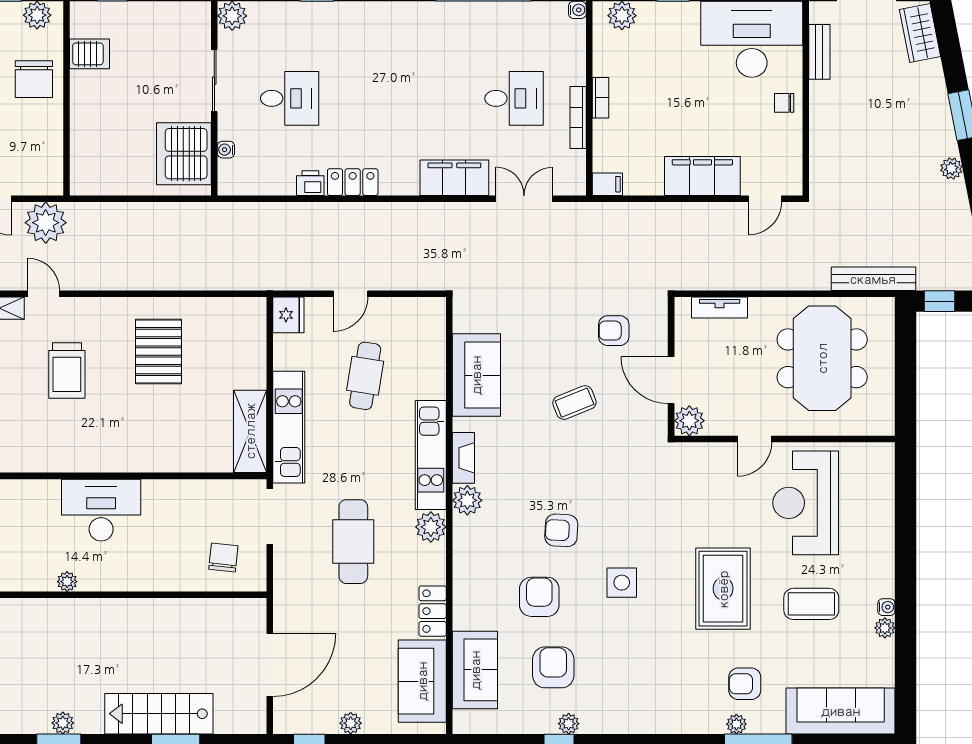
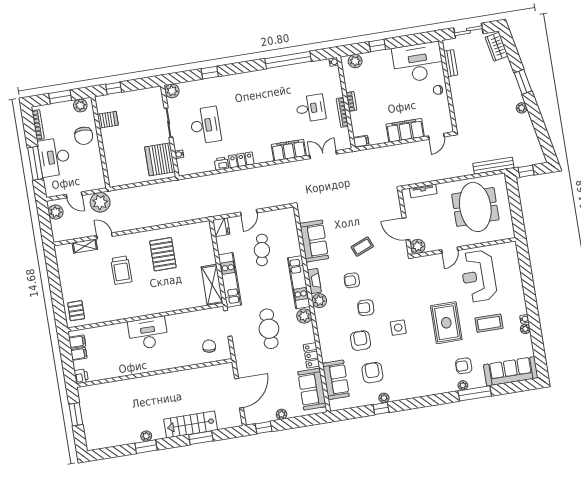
desk: (290, 98) -> (205, 125), width x1.37
armchair: (614, 331) -> (352, 280), moved
plant: (67, 582) -> (137, 369), removed

